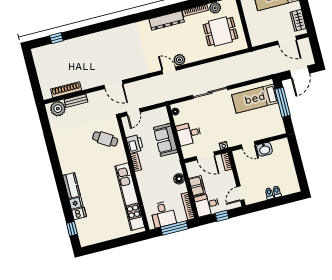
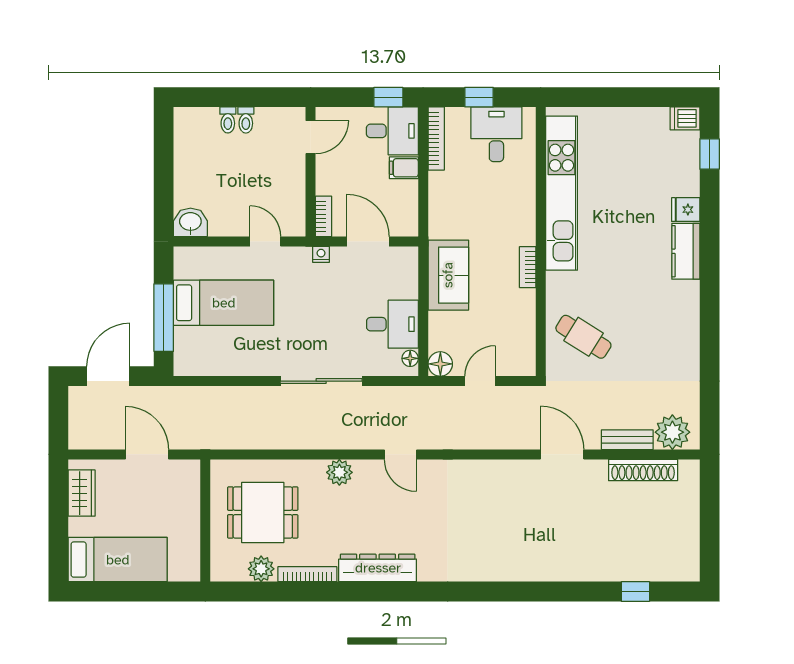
door: (287, 40) -> (147, 454), moved
plant: (179, 60) -> (339, 472), moved
door: (113, 85) -> (562, 454), moved
bed: (255, 99) -> (224, 303), moved
door: (133, 112) -> (480, 381), moved
desk: (189, 134) -> (392, 324), moved
sofa: (166, 140) -> (448, 275), moved
printer: (135, 144) -> (520, 309), removed
washbasin: (264, 149) -> (190, 222), moved
floor lamp: (179, 179) -> (440, 364), moved
filing cabinet: (197, 186) -> (404, 168), width x0.50
dishwasher: (79, 213) -> (685, 118), moved
window: (222, 216) -> (388, 97), moved
window: (174, 228) -> (479, 97), width x0.46

